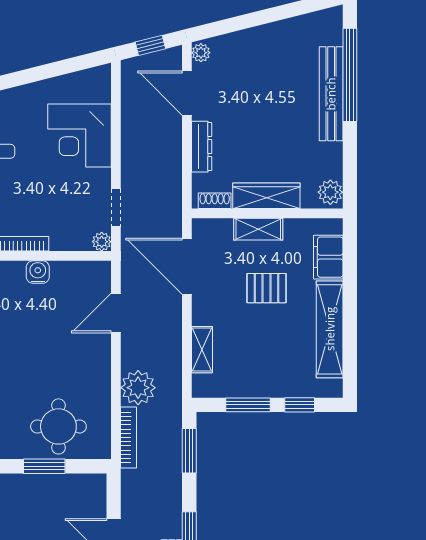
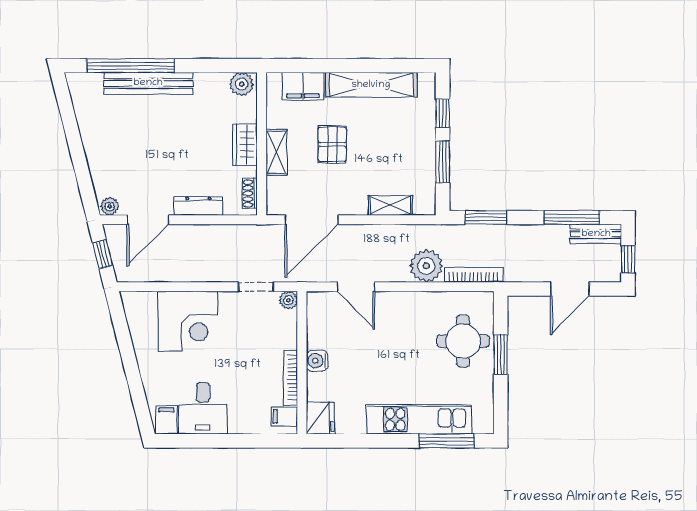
wardrobe: (266, 196) -> (245, 145), width x0.67

